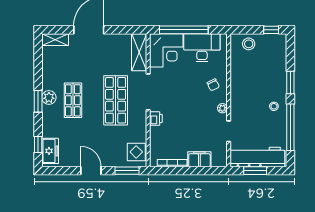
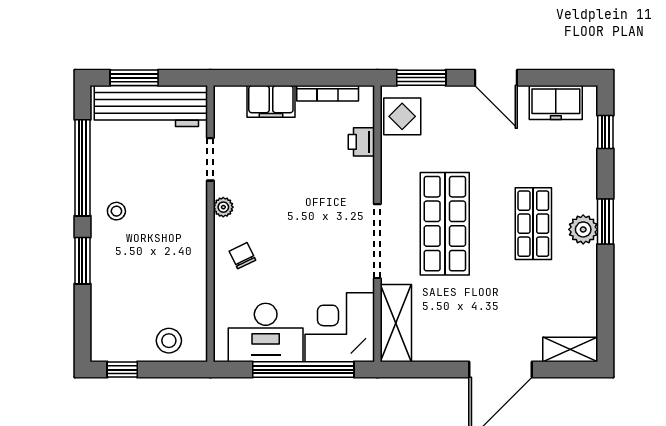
printer: (156, 119) -> (361, 142), moved
freezer: (50, 151) -> (556, 103), moved, turned -90
window: (255, 171) -> (134, 78), moved

